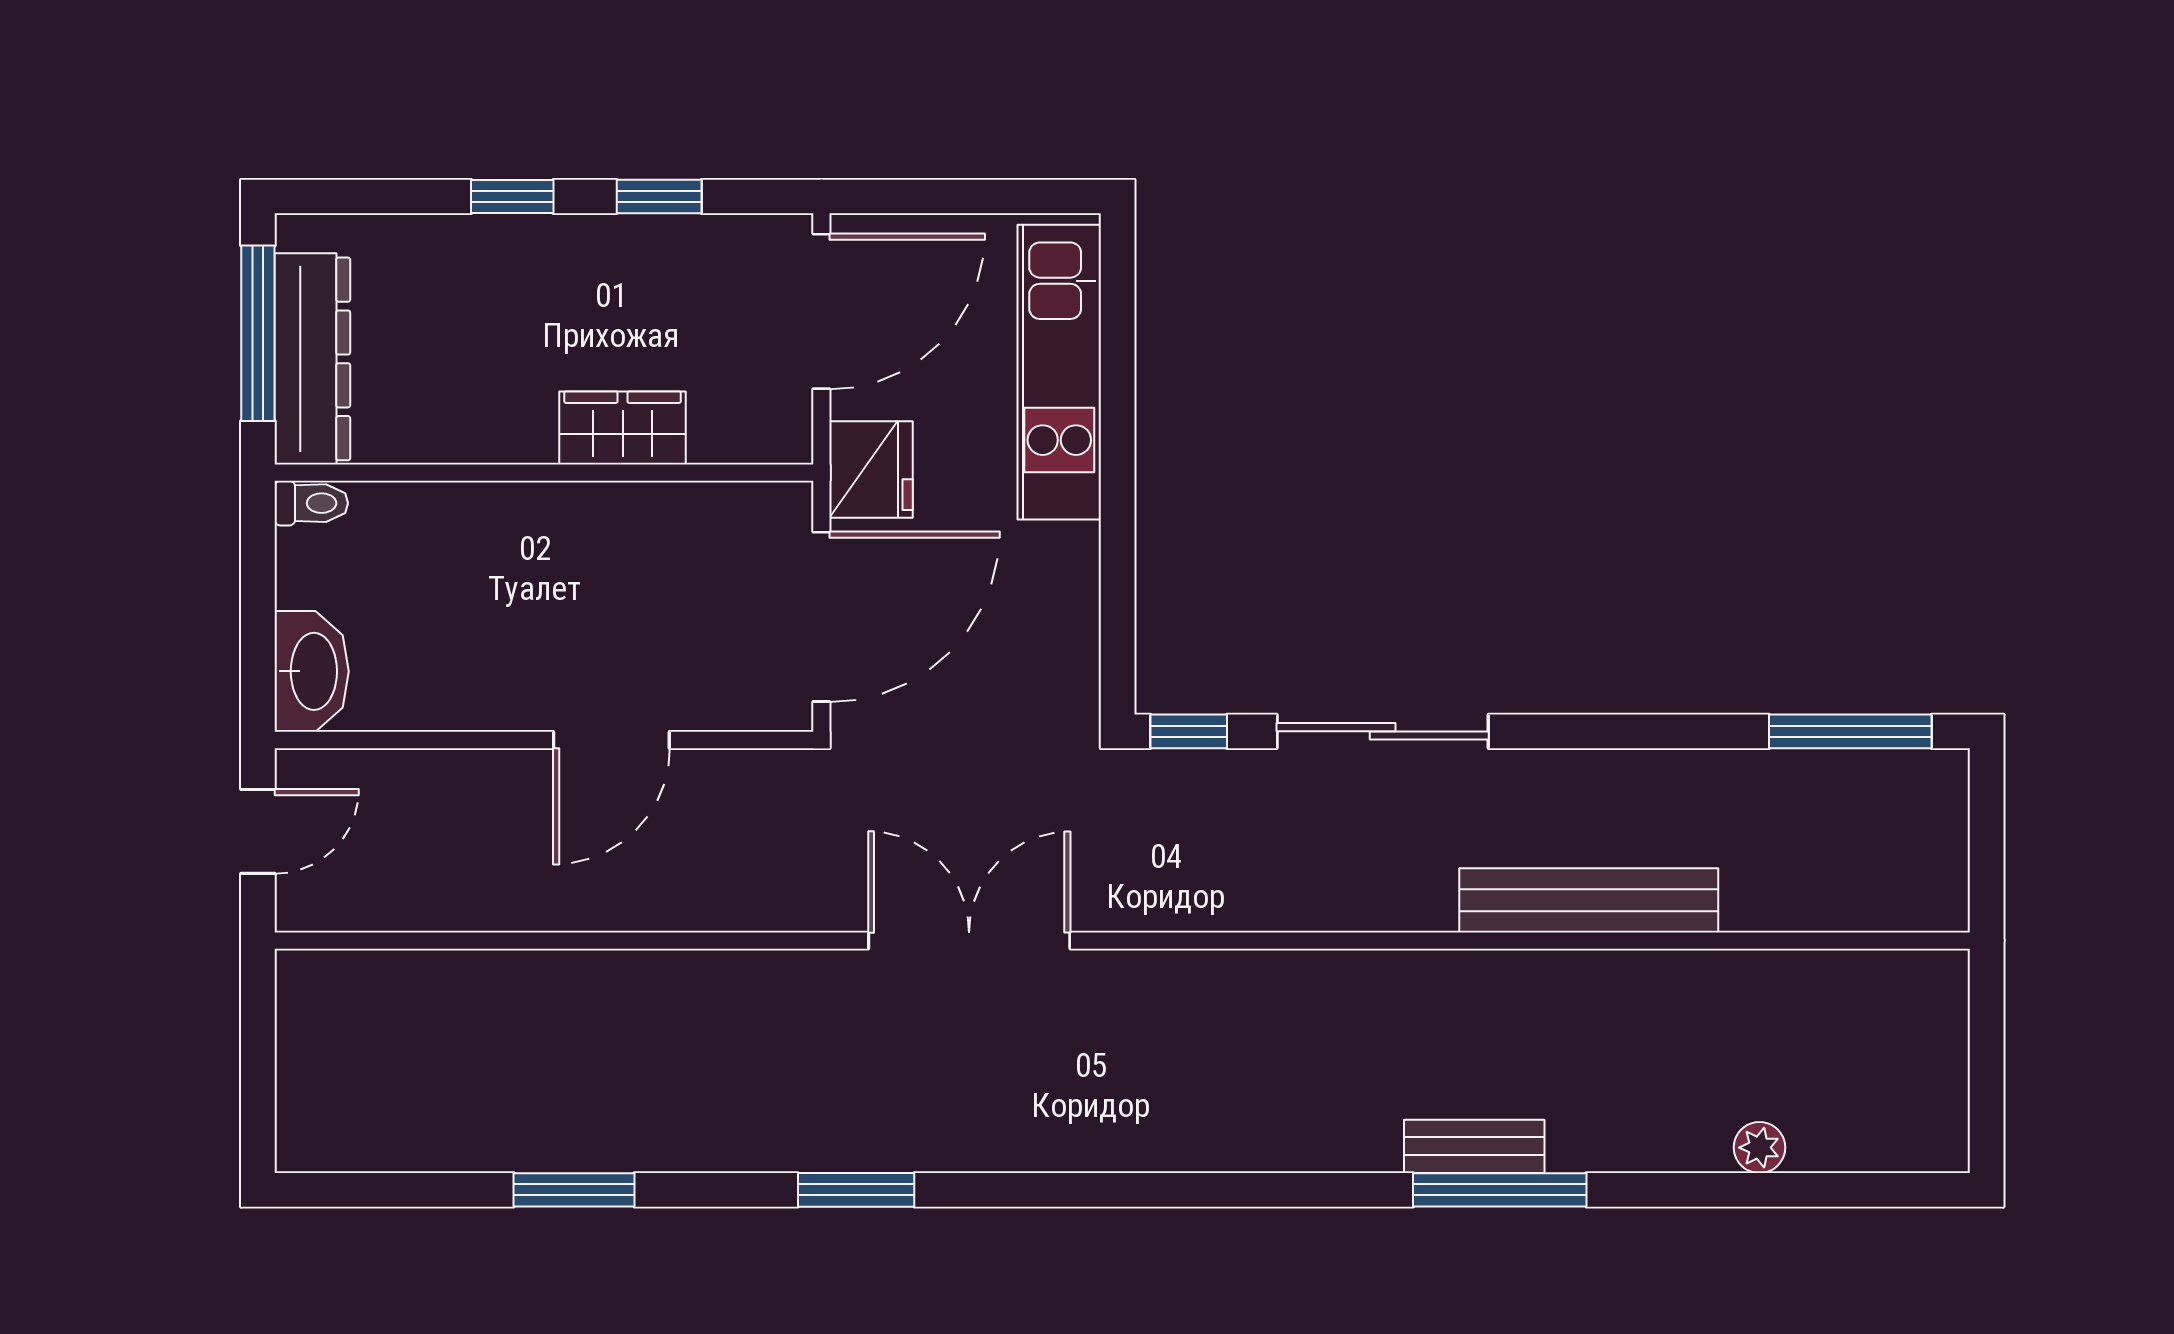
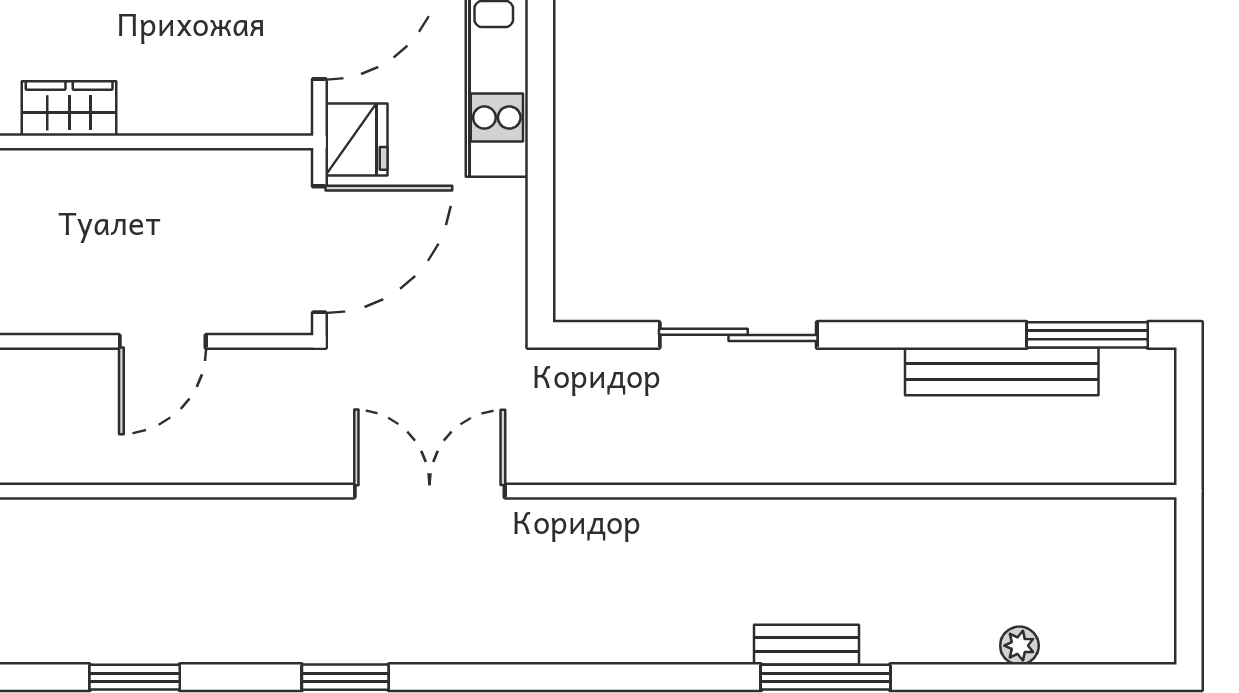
wardrobe: (623, 428) -> (69, 108), moved
window: (1189, 731) -> (593, 335), removed
bench: (1589, 900) -> (1002, 371), moved

